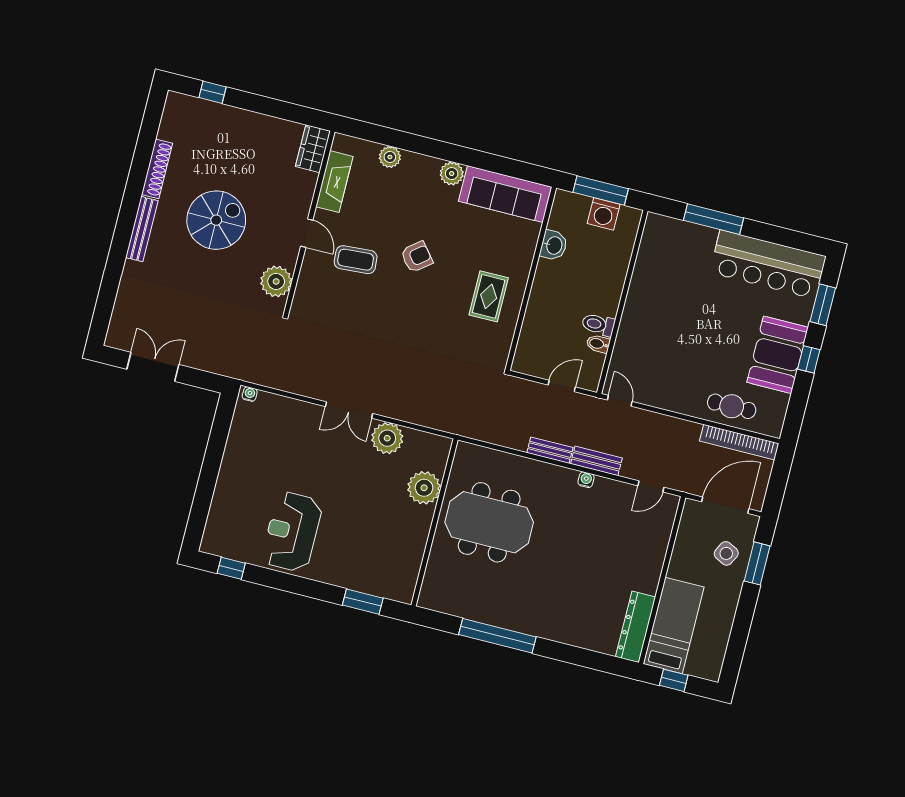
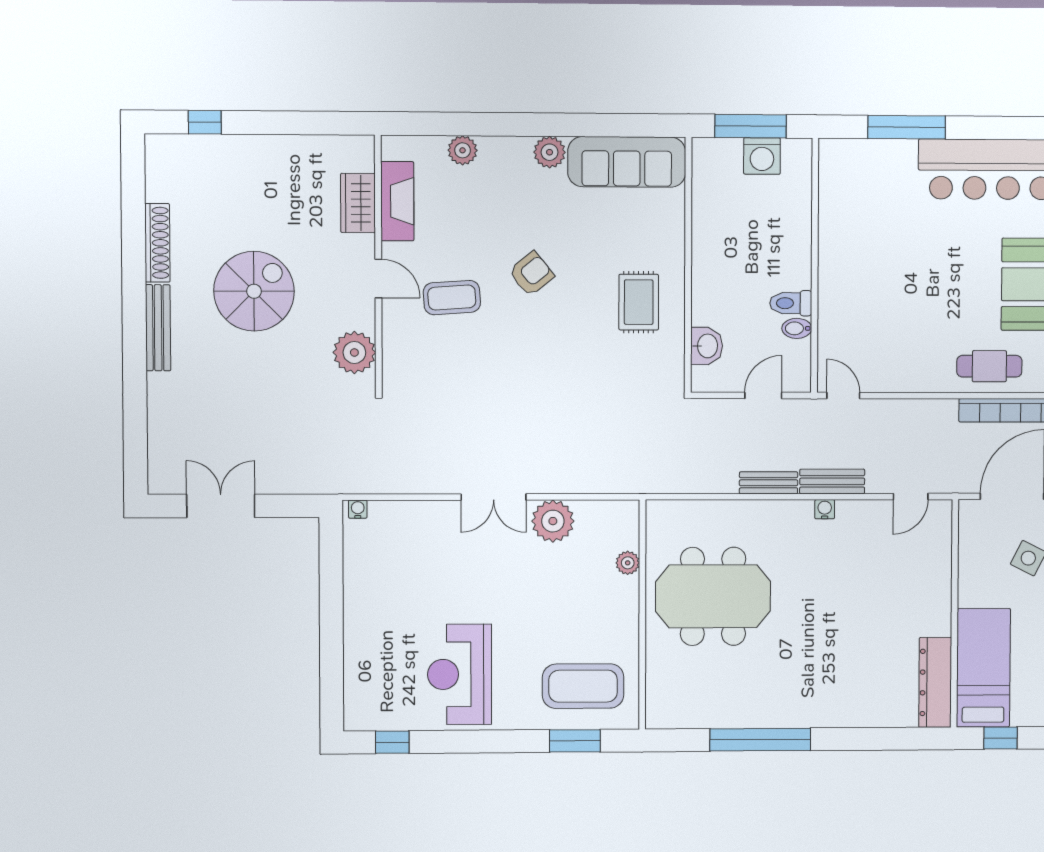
wardrobe: (313, 149) -> (358, 203), moved
washbasin: (554, 245) -> (707, 346), moved
plant: (424, 488) -> (628, 563), width x0.53, depth x0.53
coffee table: (379, 563) -> (583, 686), added

